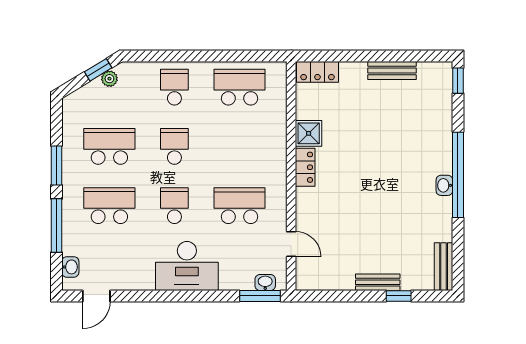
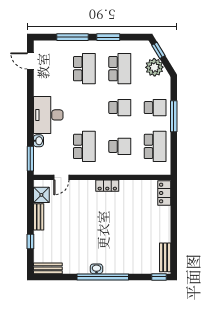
window: (189, 56) -> (174, 116), added
window: (98, 70) -> (158, 50), moved
bench: (392, 70) -> (165, 257), moved
plant: (109, 79) -> (154, 67), width x1.88, depth x1.88
shower: (309, 133) -> (41, 195), moved
school desk: (174, 206) -> (120, 146), moved
washbasin: (70, 267) -> (48, 45), removed
bench: (378, 282) -> (39, 217), moved
washbasin: (265, 283) -> (38, 141), moved

